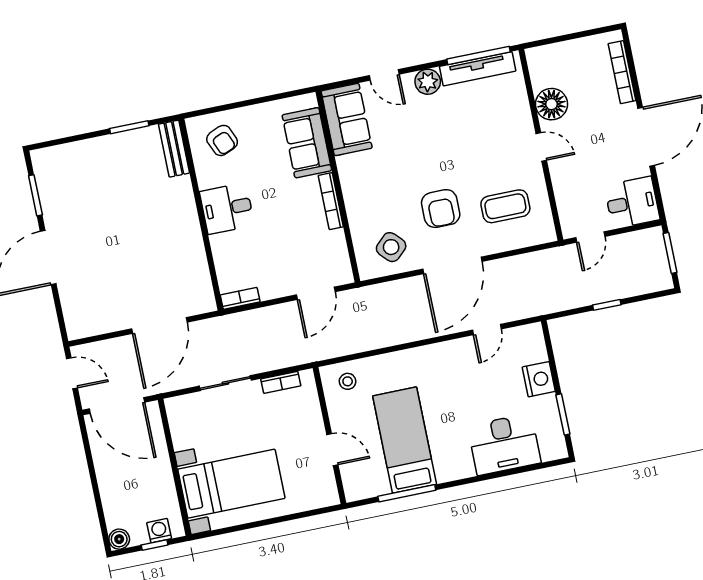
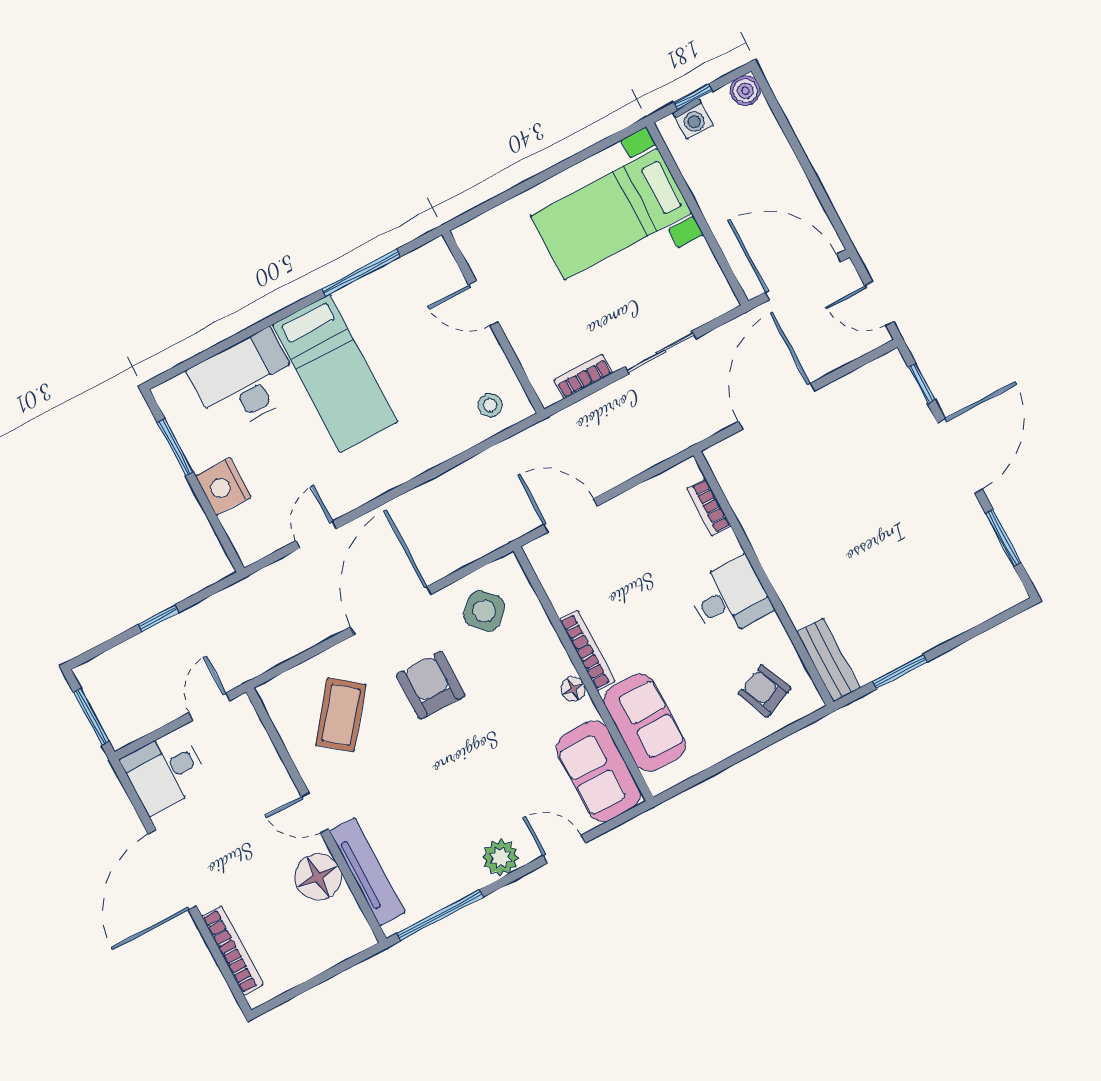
tv unit: (478, 69) -> (367, 872), moved, turned 90
floor lamp: (348, 179) -> (573, 689), added
coffee table: (505, 206) -> (341, 715), turned -52
door: (316, 293) -> (571, 515), hinge flipped
bookcase: (240, 298) -> (709, 507), moved, turned 90
window: (59, 313) -> (922, 384), added
bed: (405, 440) -> (335, 373), moved

